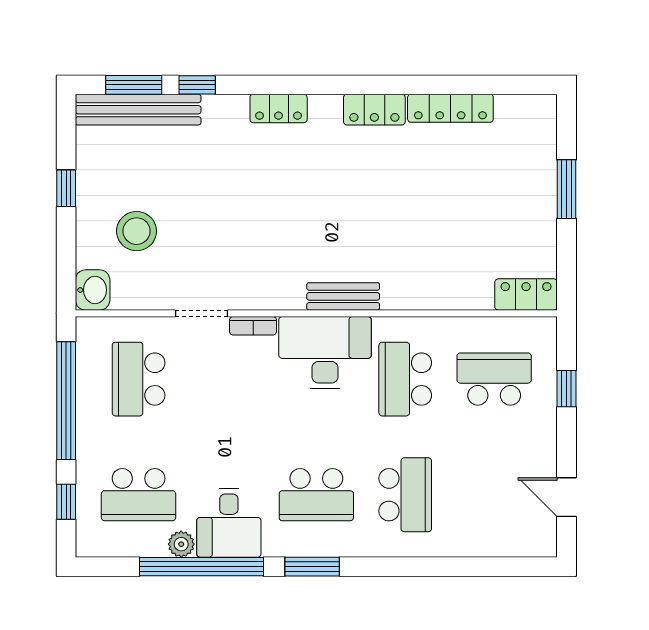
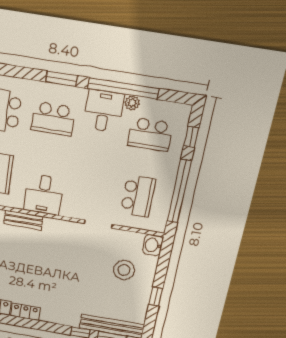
locker: (279, 108) -> (25, 312), moved
bookcase: (253, 326) -> (72, 213), removed
desk: (325, 353) -> (44, 194), width x0.73
school desk: (139, 495) -> (150, 134), turned 180
school desk: (316, 495) -> (53, 119), turned 180

